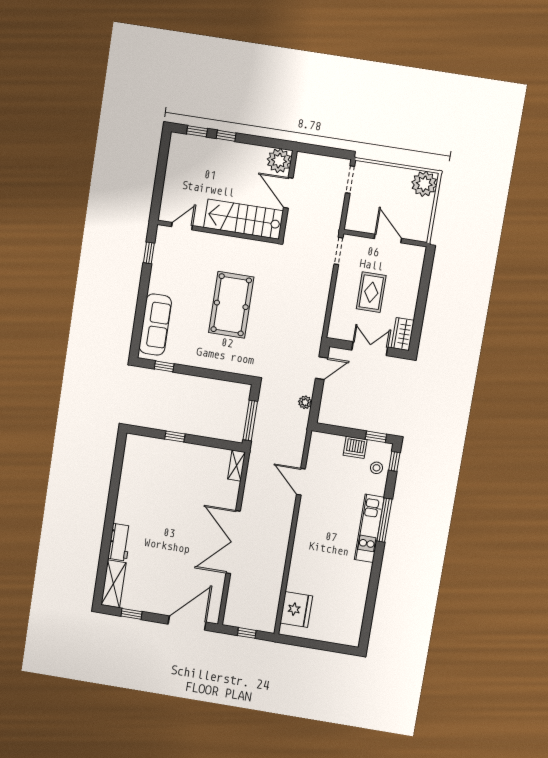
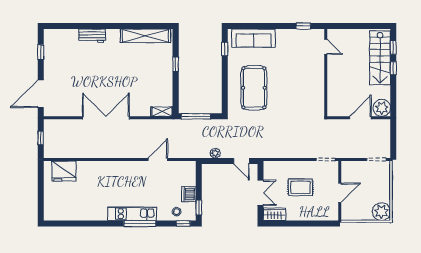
stairs: (243, 219) -> (380, 58), moved, turned 180
pool table: (231, 305) -> (254, 88), moved, turned 90
shelving: (113, 584) -> (146, 36), moved, width x1.47
door: (187, 623) -> (41, 94), swing flipped

